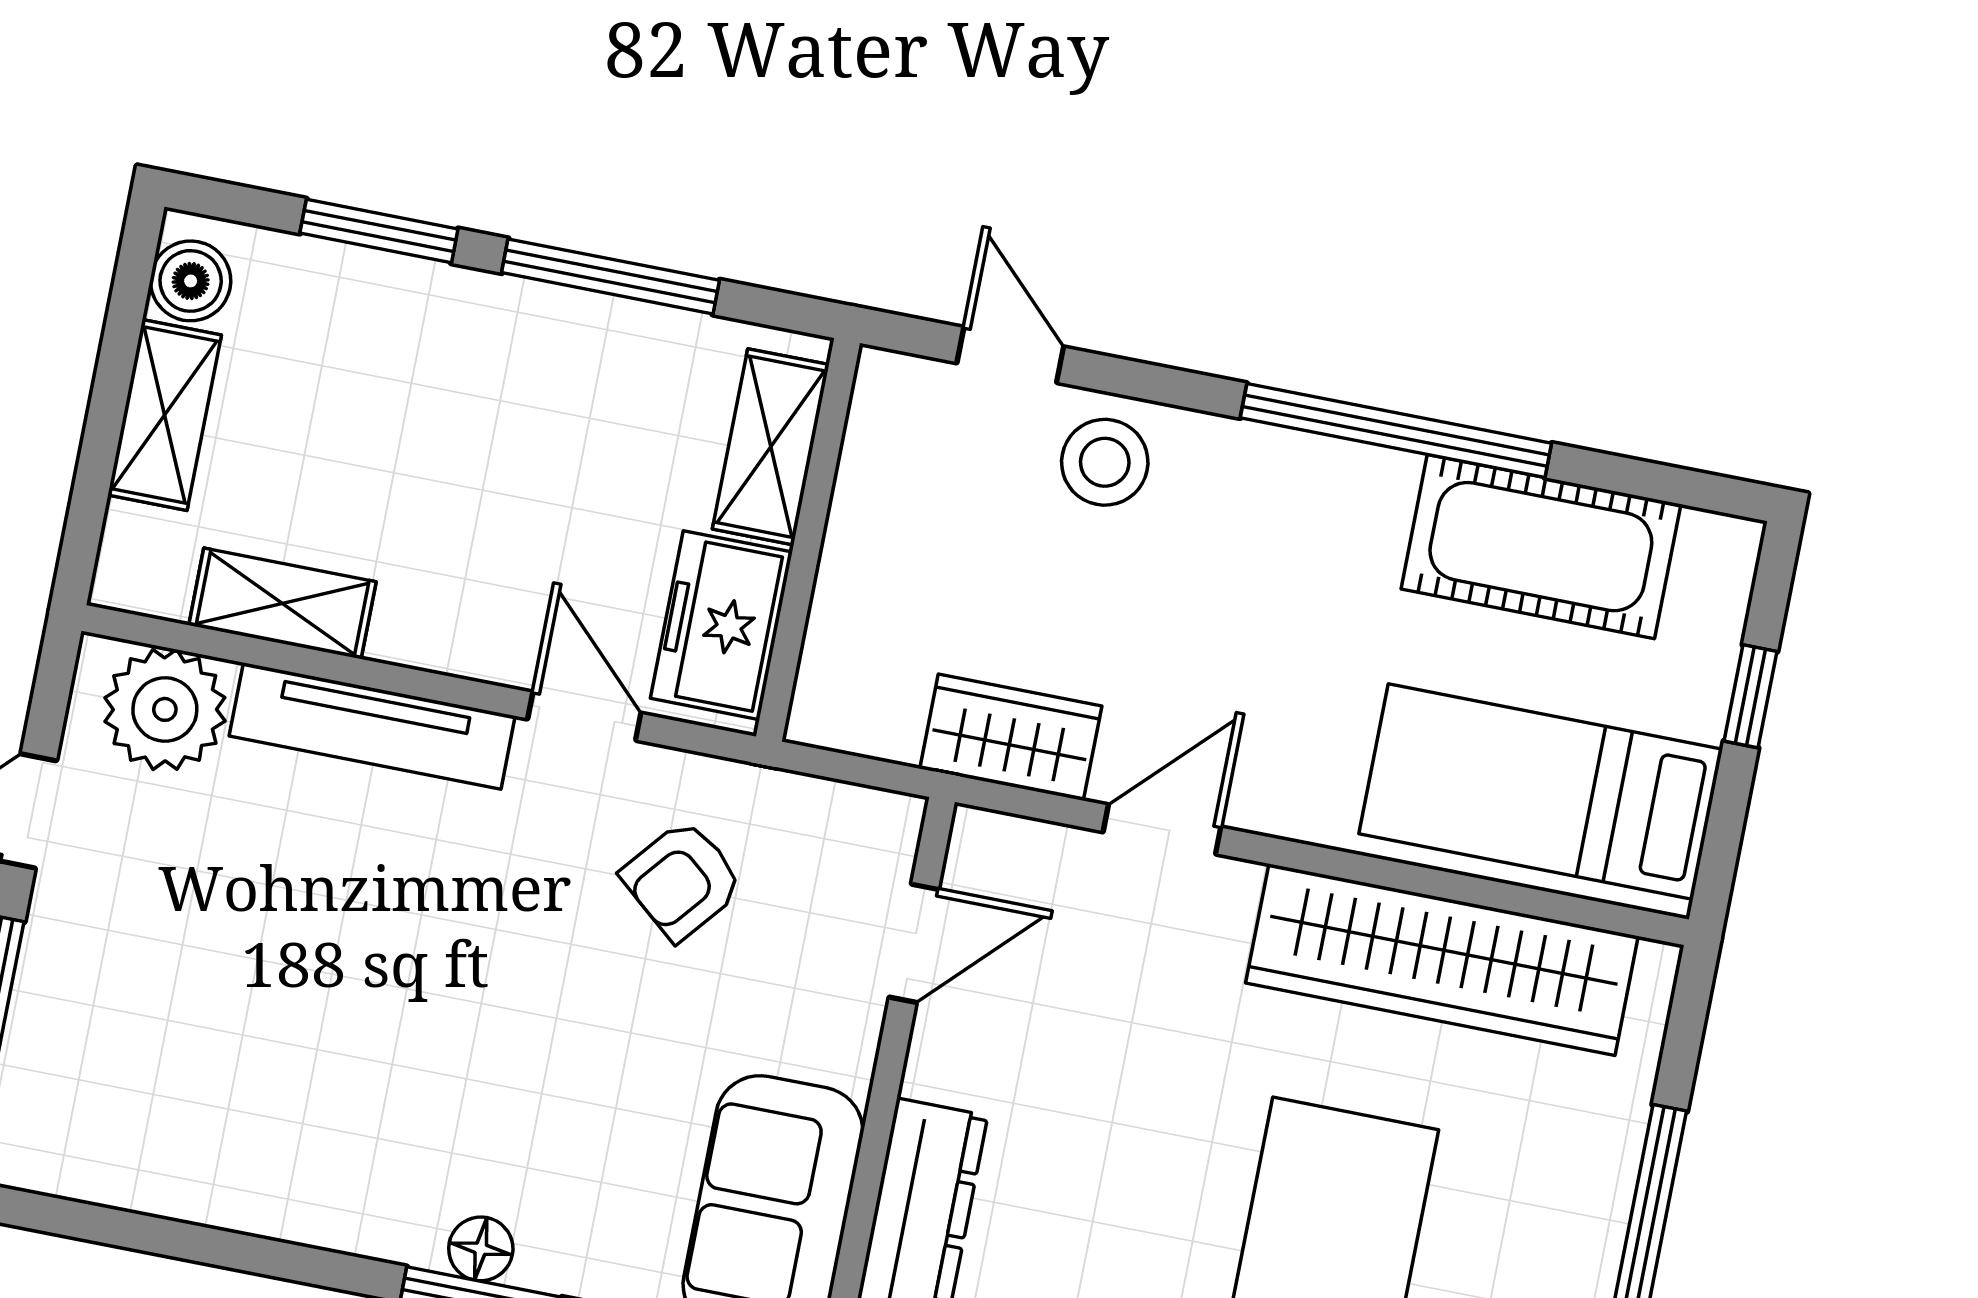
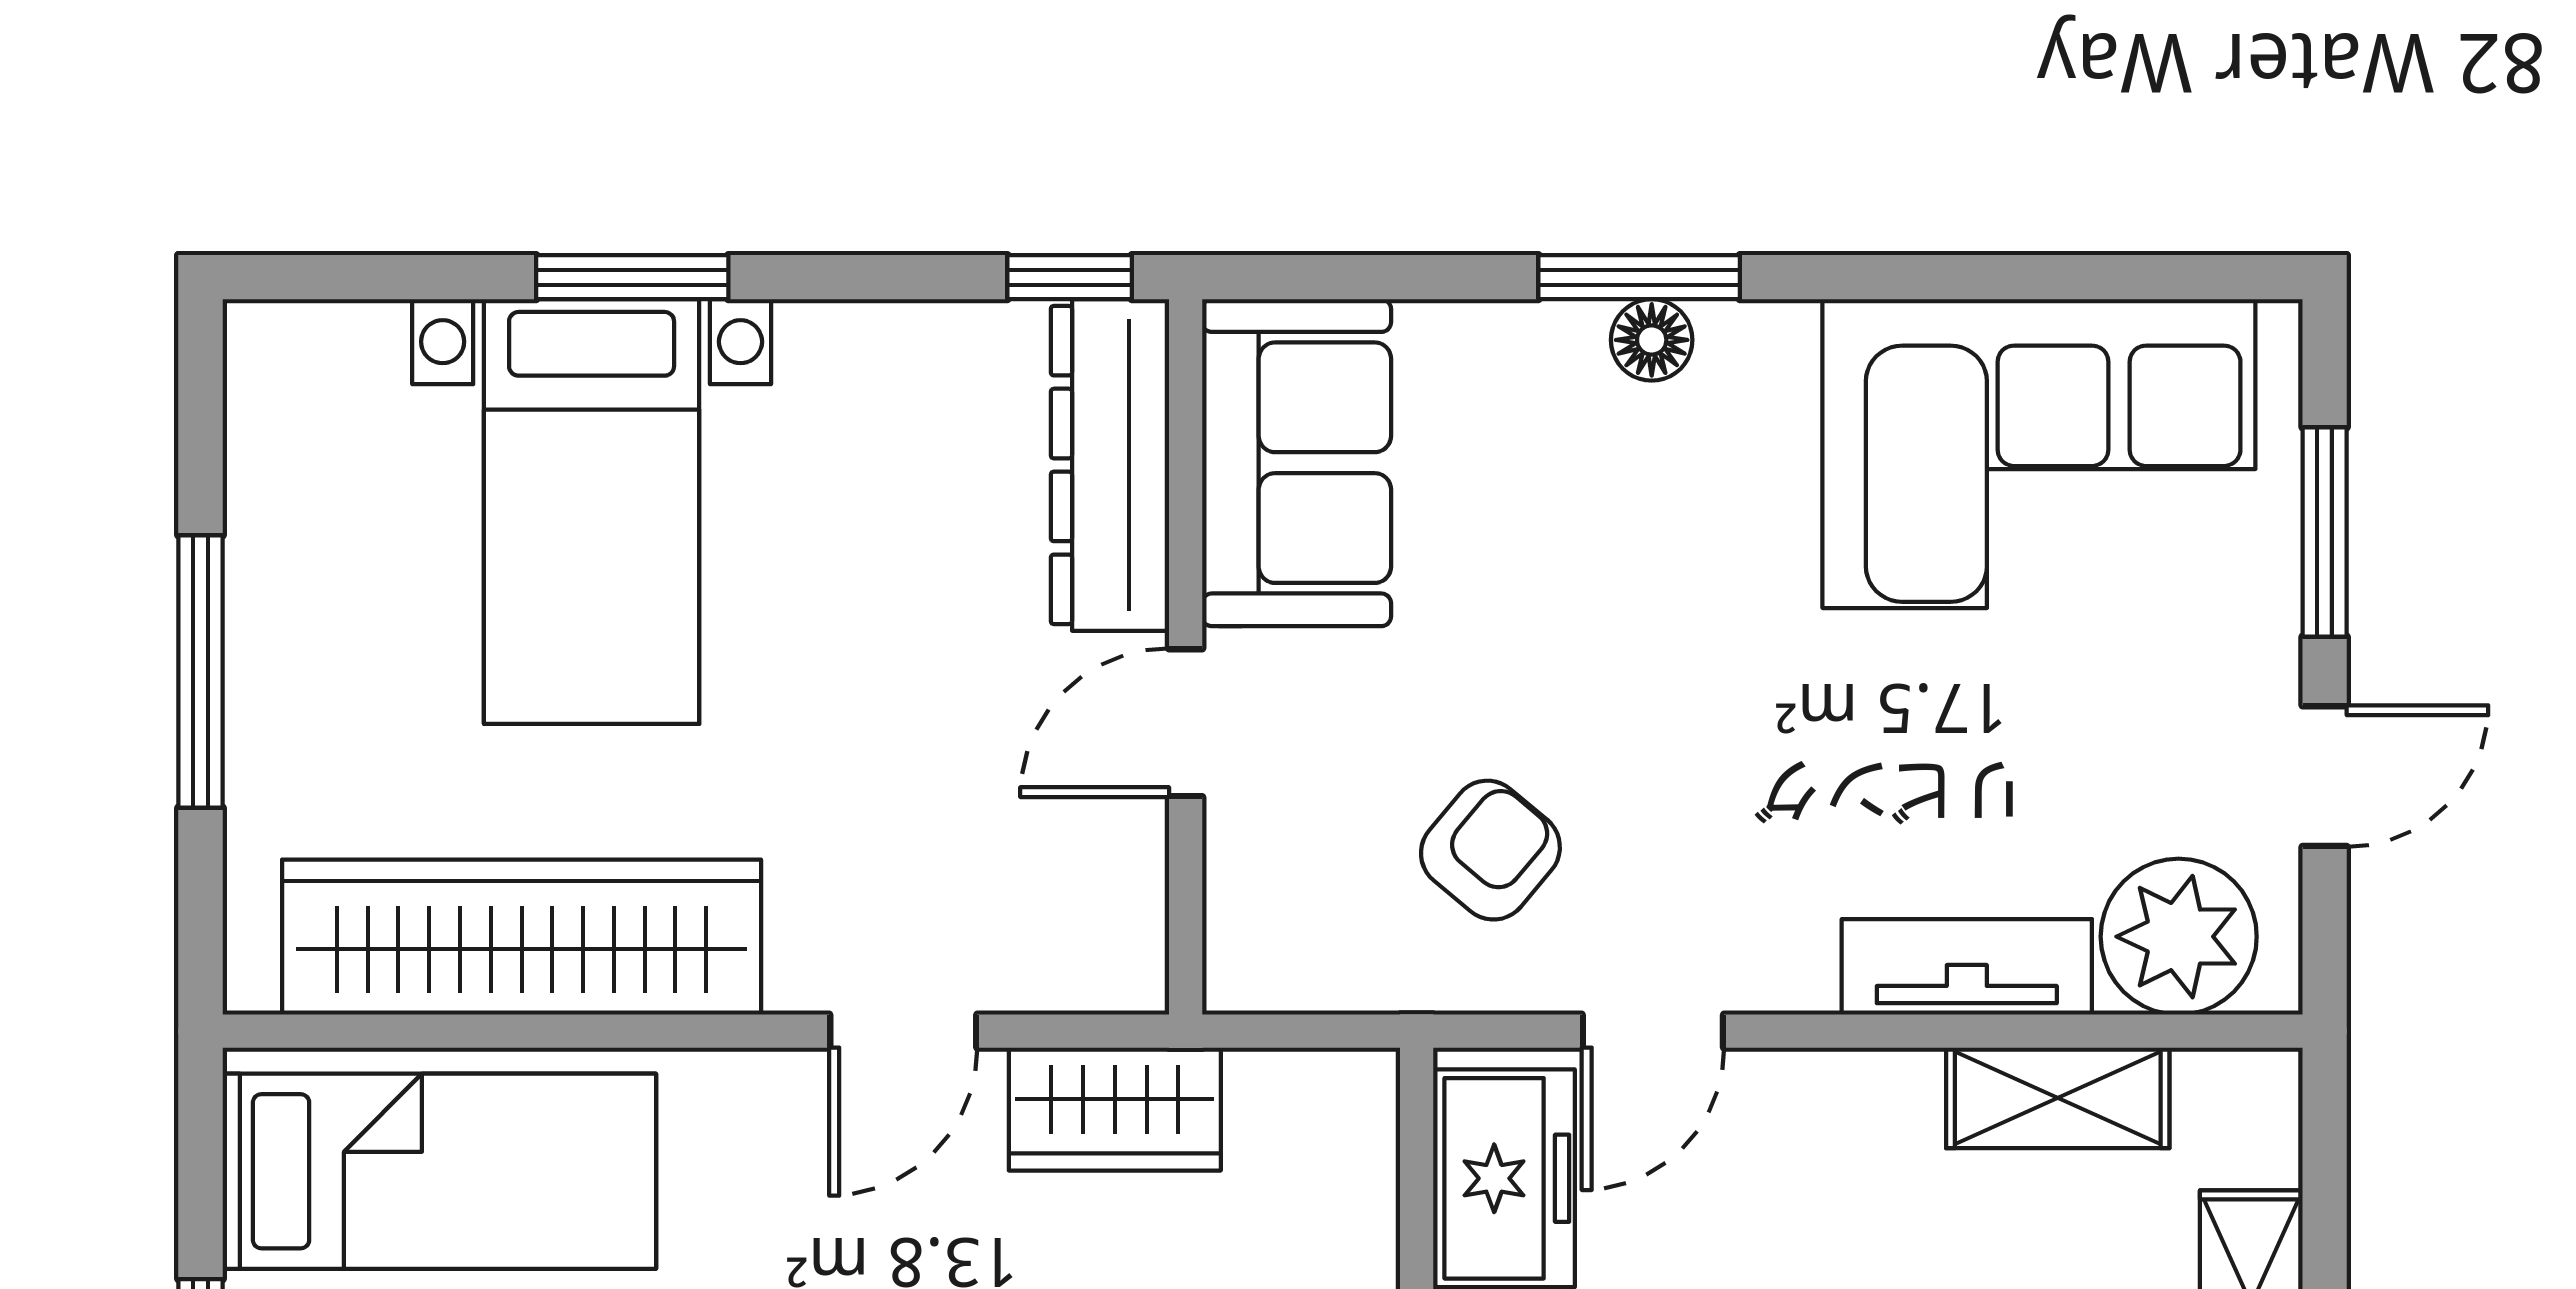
door: (584, 716) -> (1653, 1031), hinge flipped
tv unit: (372, 726) -> (1967, 967), width x0.71
door: (914, 943) -> (1186, 723), moved
corner sofa: (200, 1103) -> (2039, 454), added

